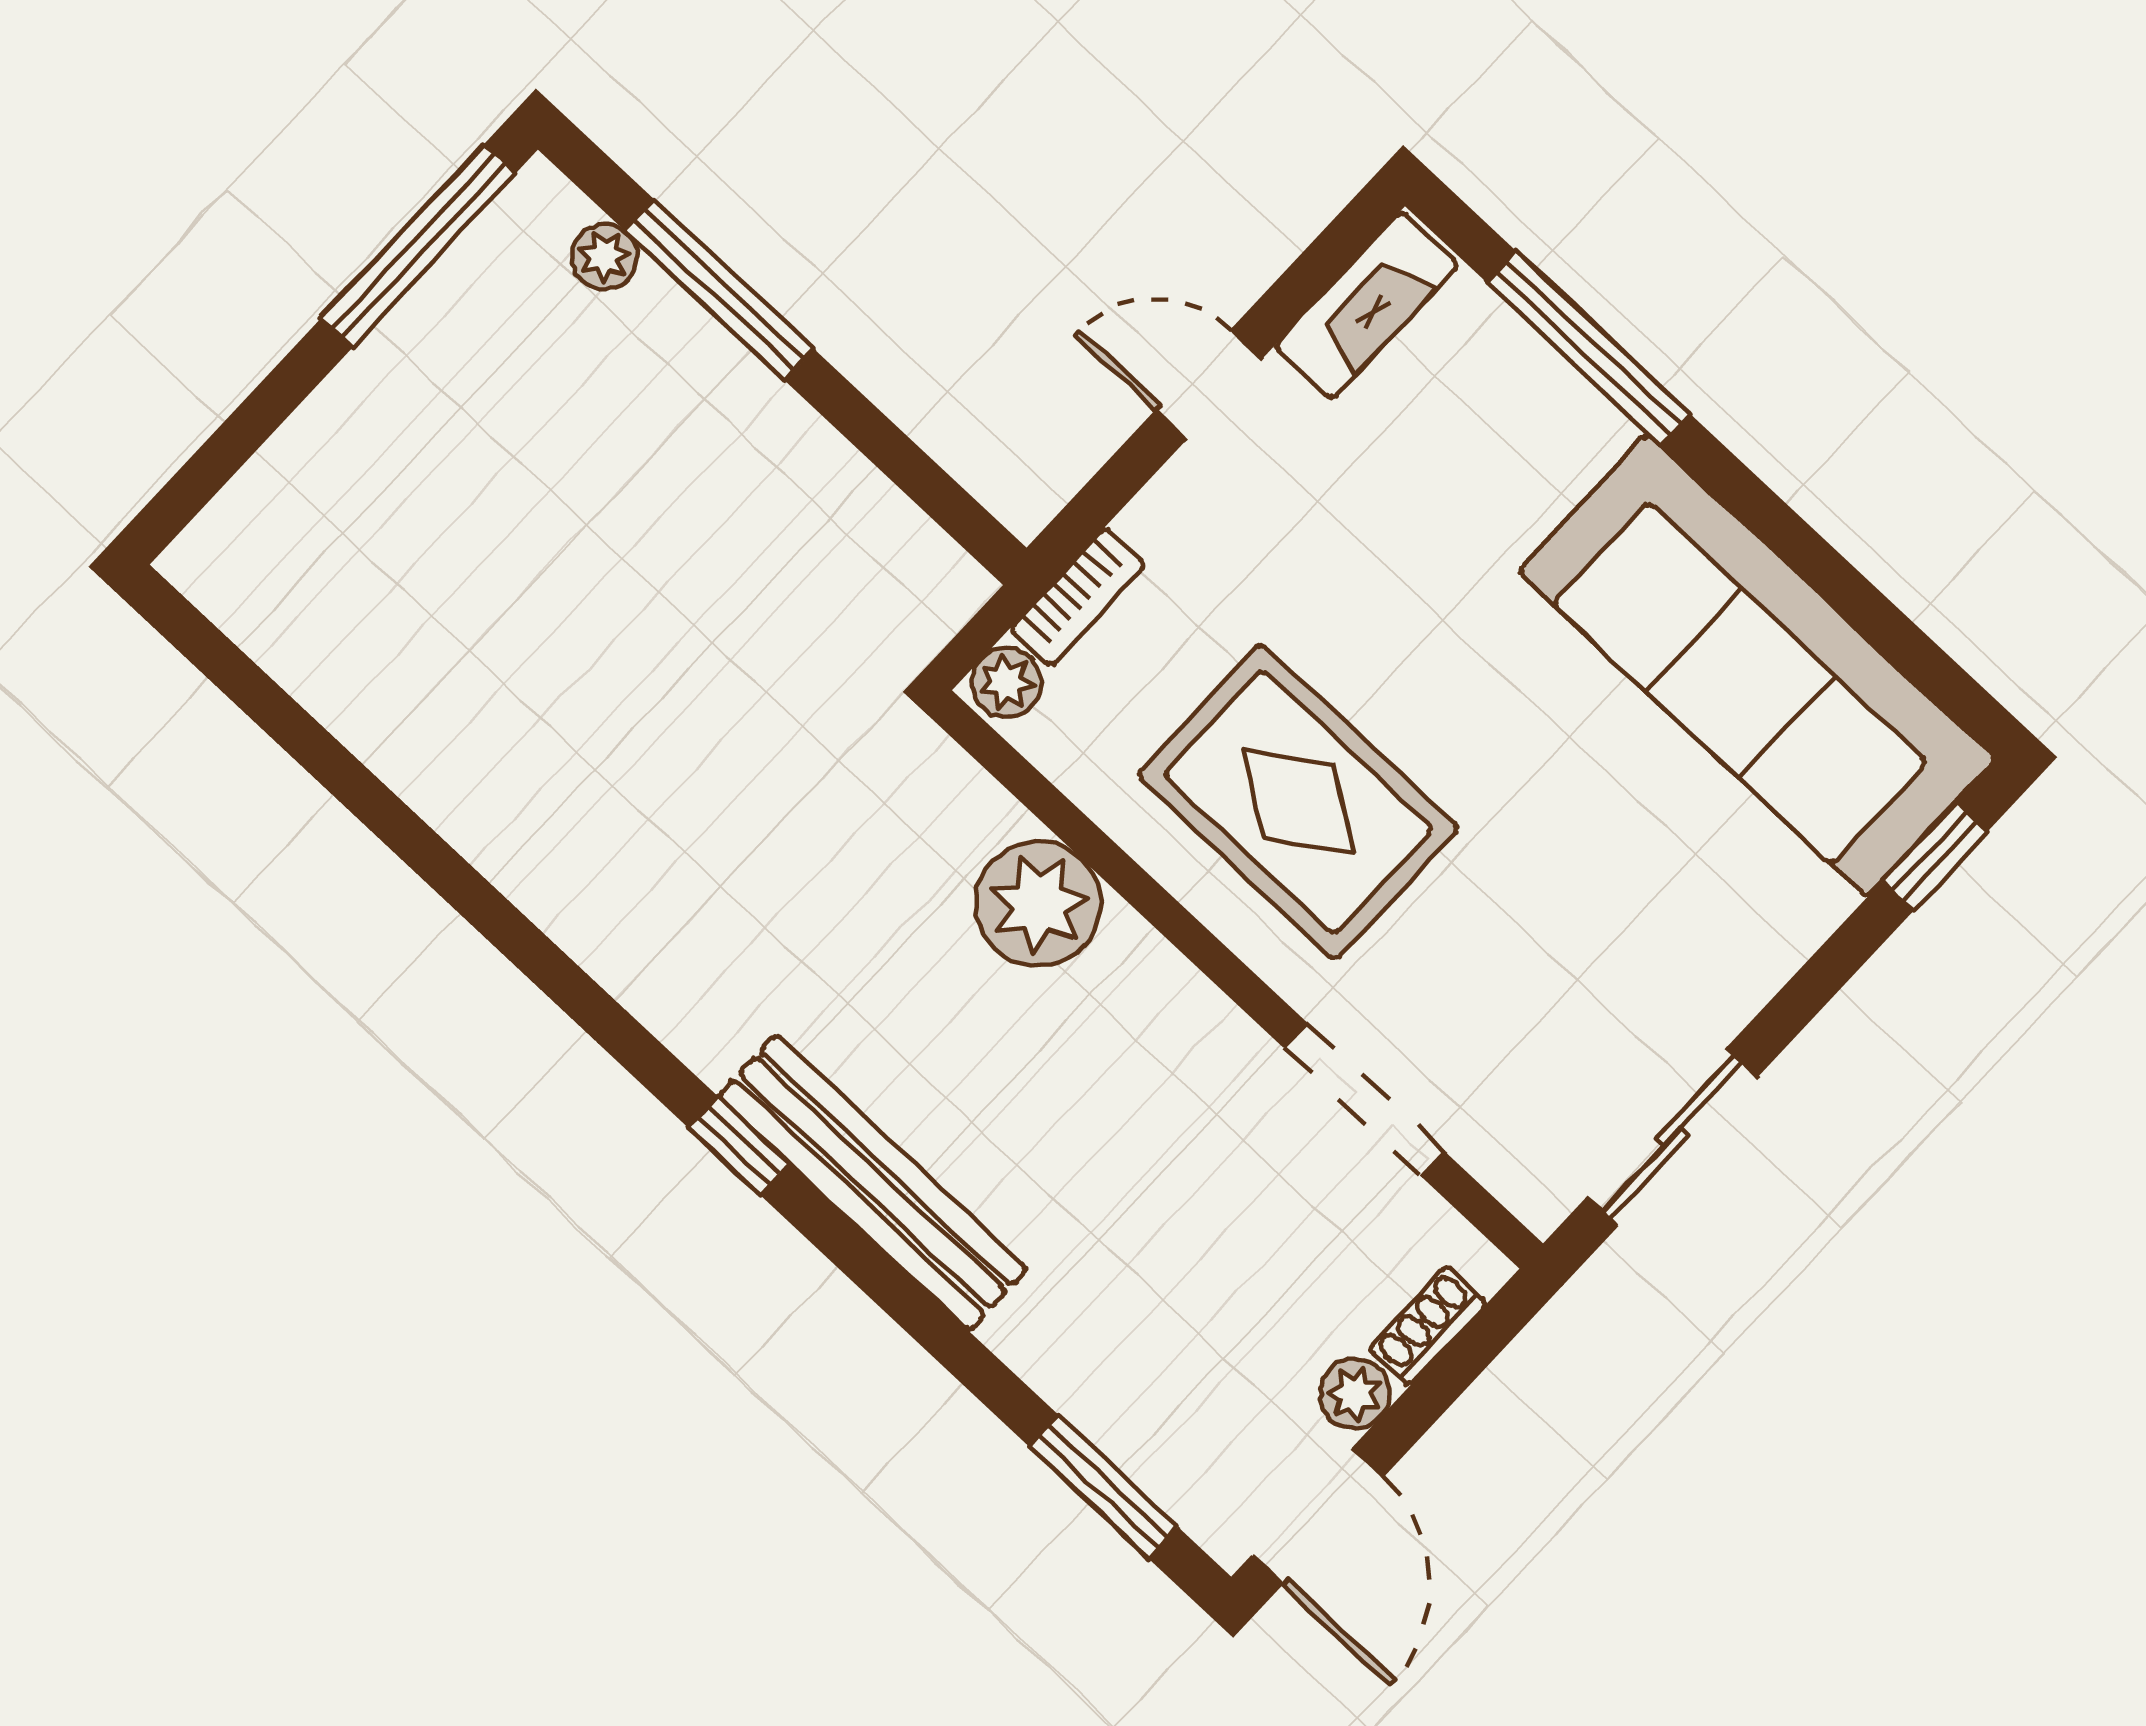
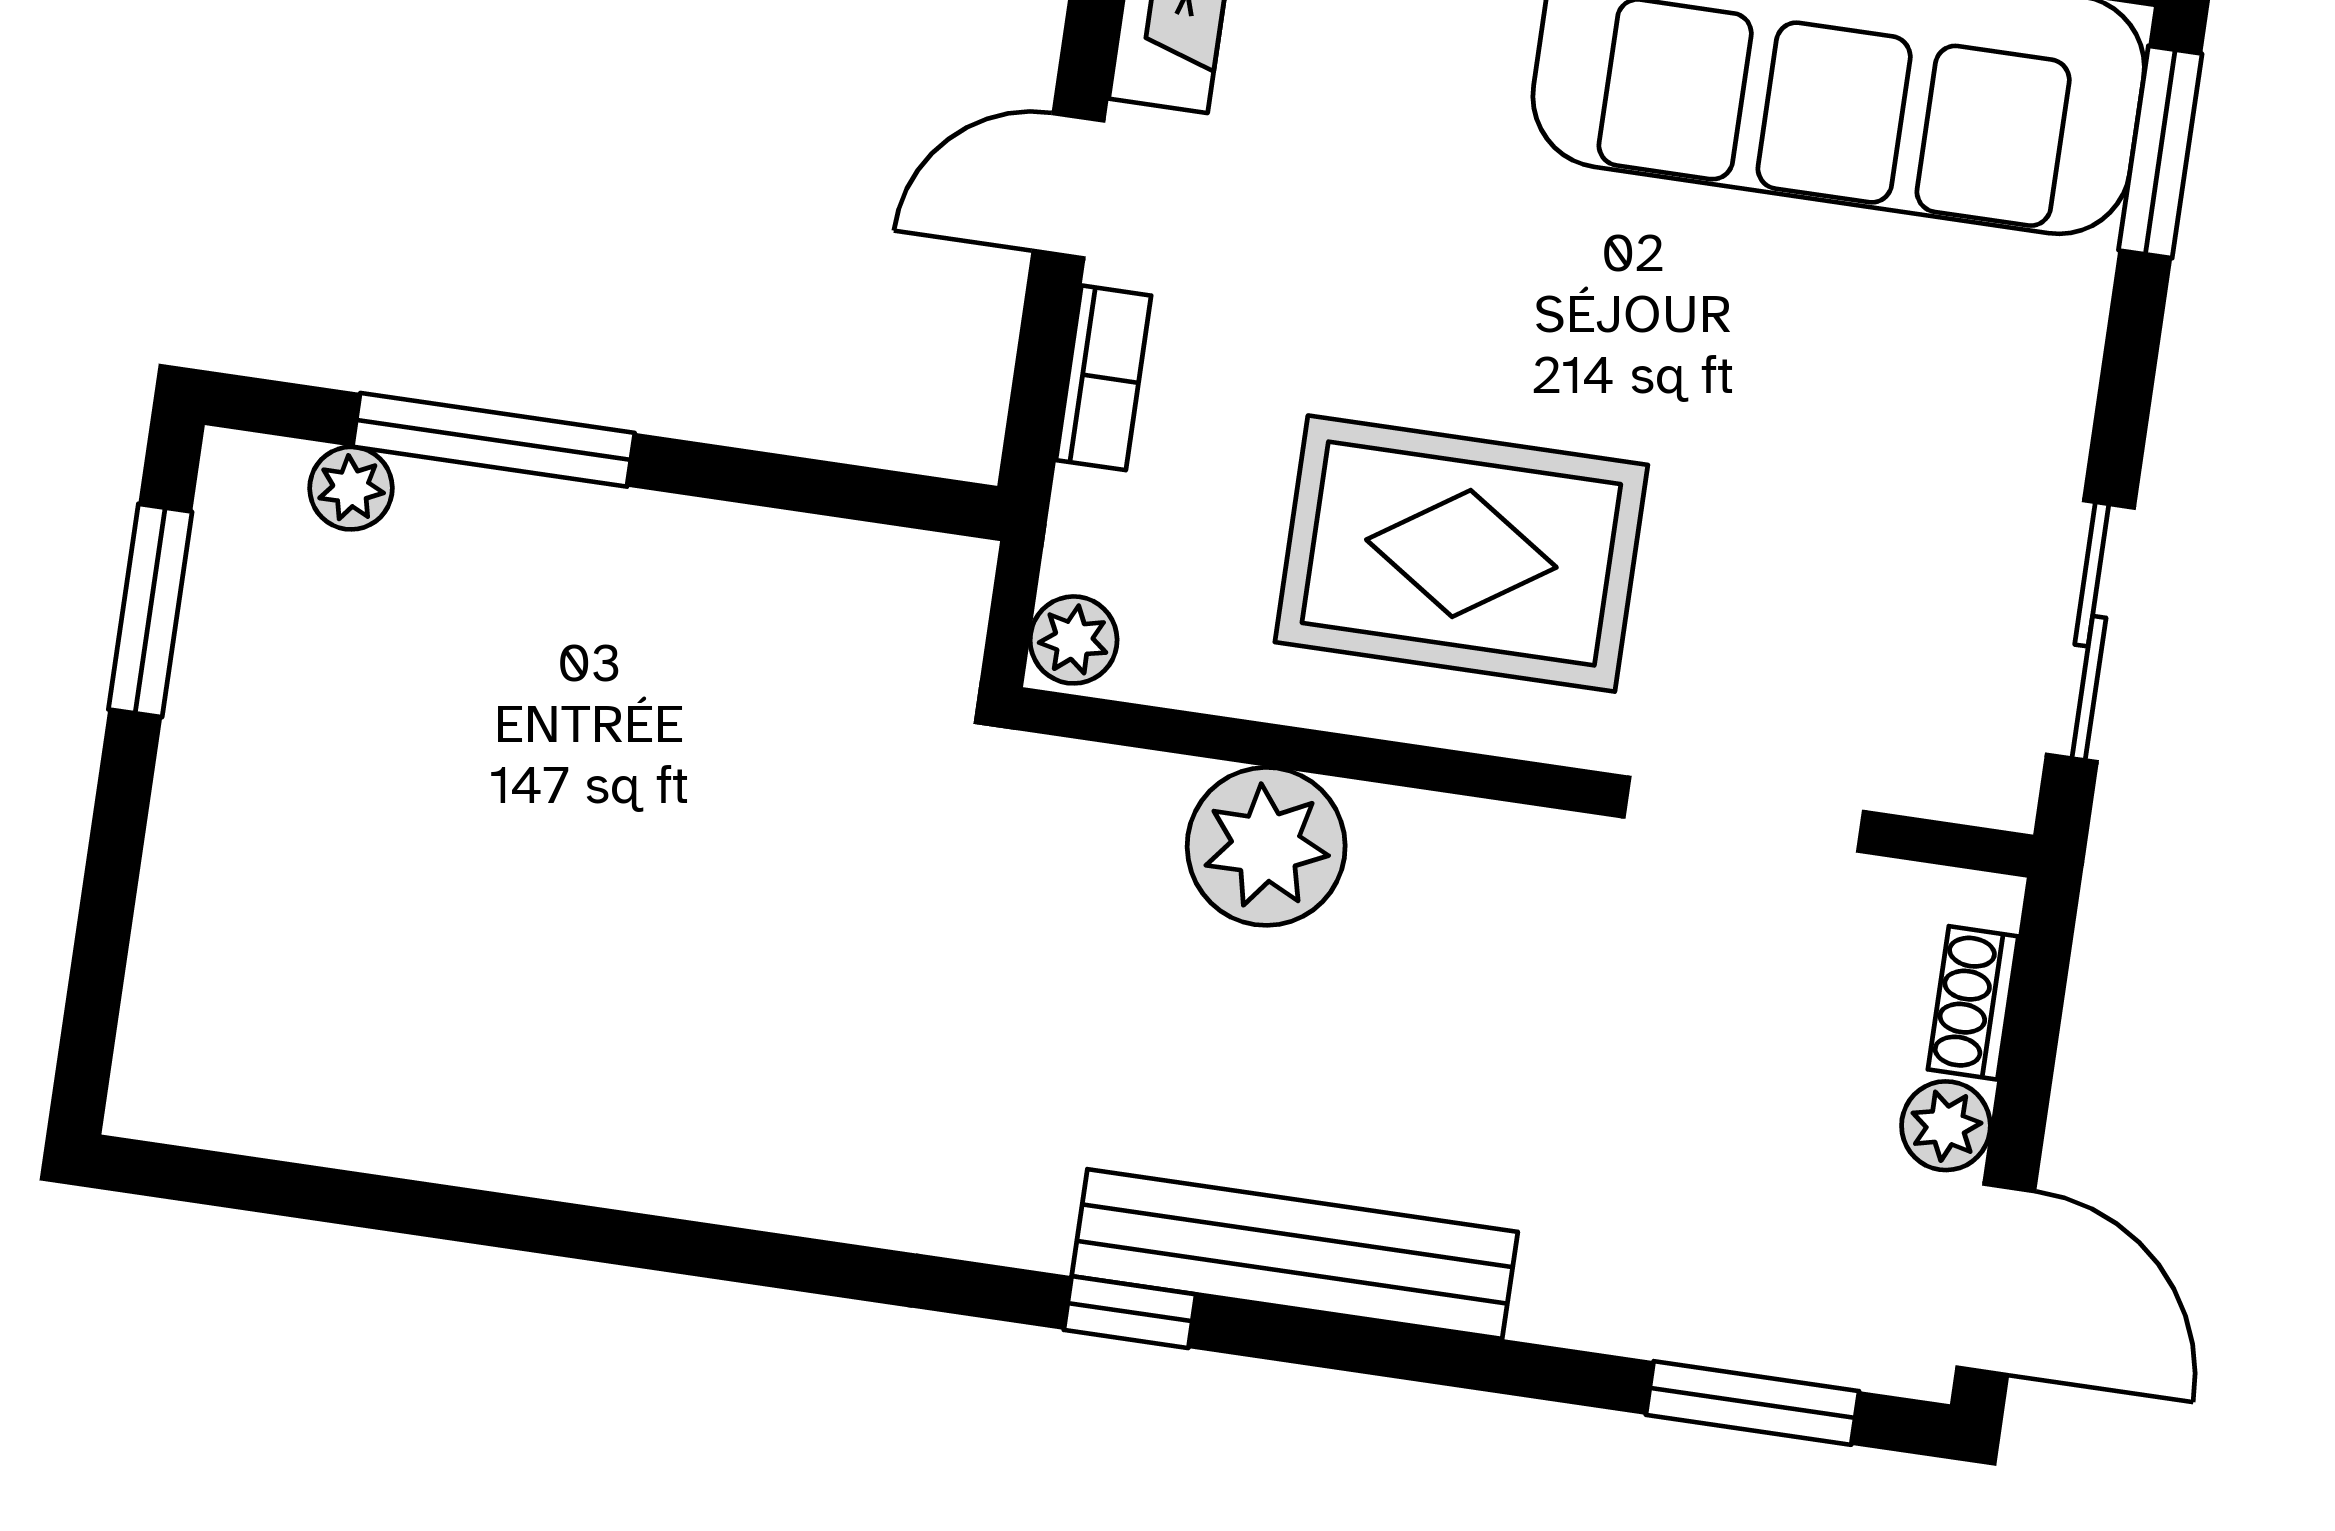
window: (419, 246) -> (150, 611), width x0.69
bookcase: (1078, 597) -> (1104, 378), moved
window: (1935, 857) -> (2160, 152), width x1.50

